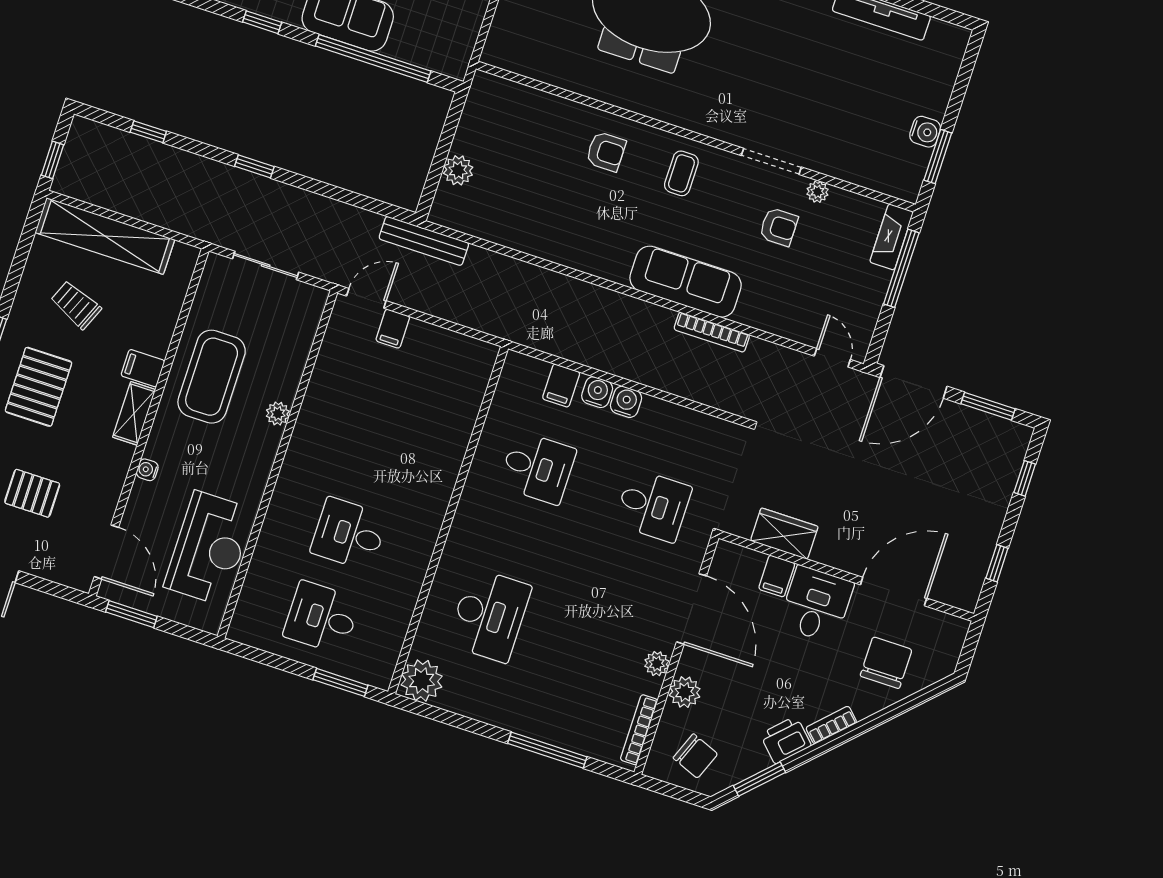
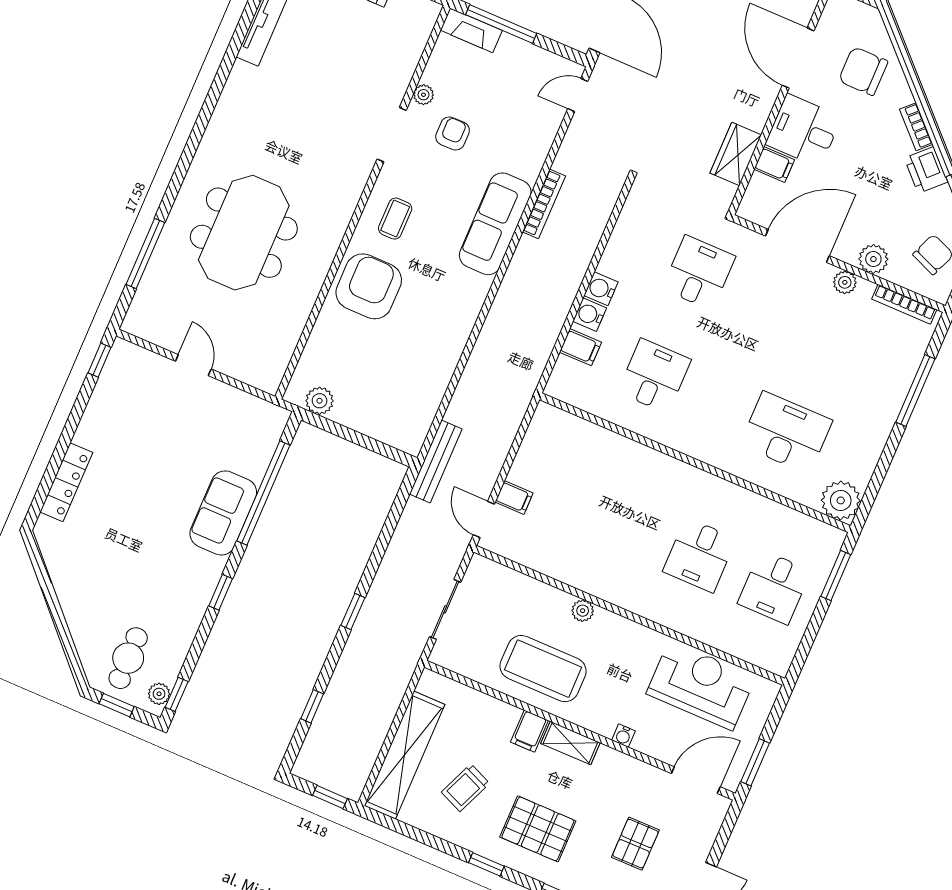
armchair: (606, 152) -> (369, 286), width x1.88, depth x1.88
plant: (458, 170) -> (320, 401), moved
coffee table: (681, 173) -> (395, 219), turned 90

